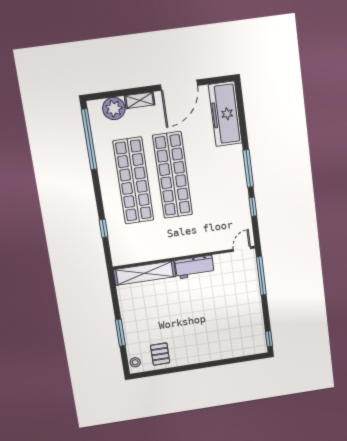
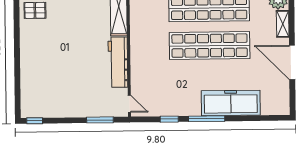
freezer: (225, 114) -> (231, 103), moved
workbench: (195, 267) -> (118, 62), width x1.38
window: (261, 276) -> (100, 120), width x0.69

